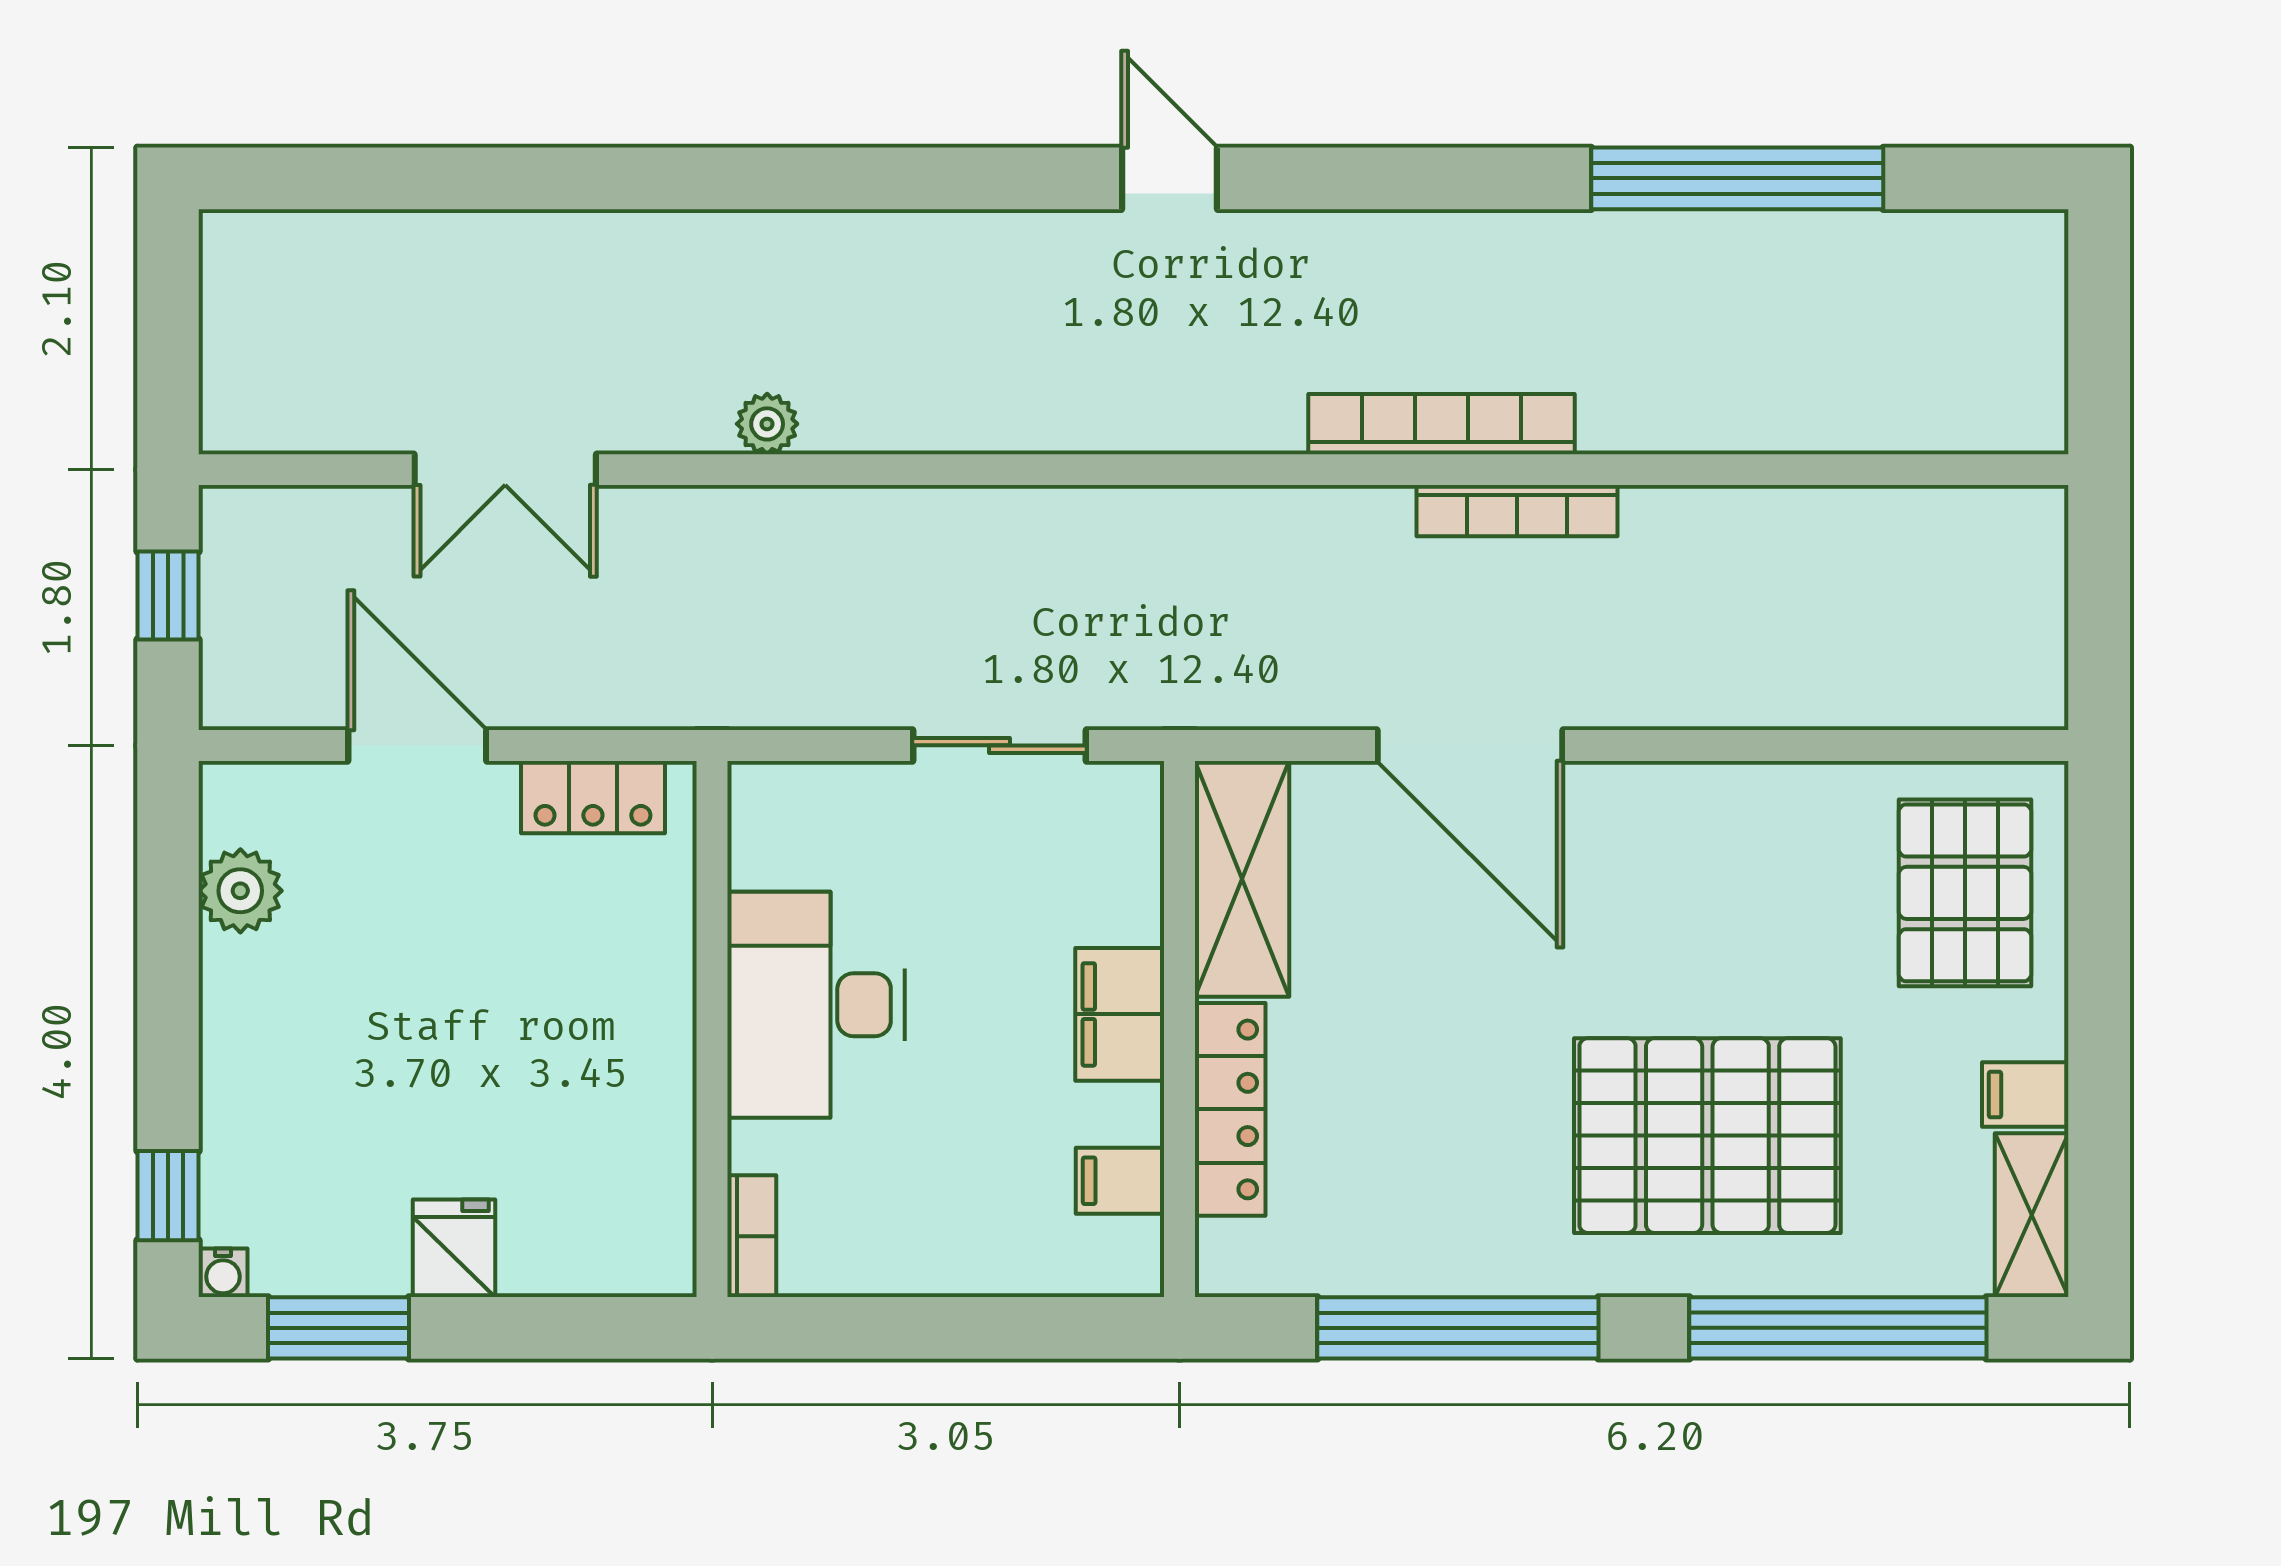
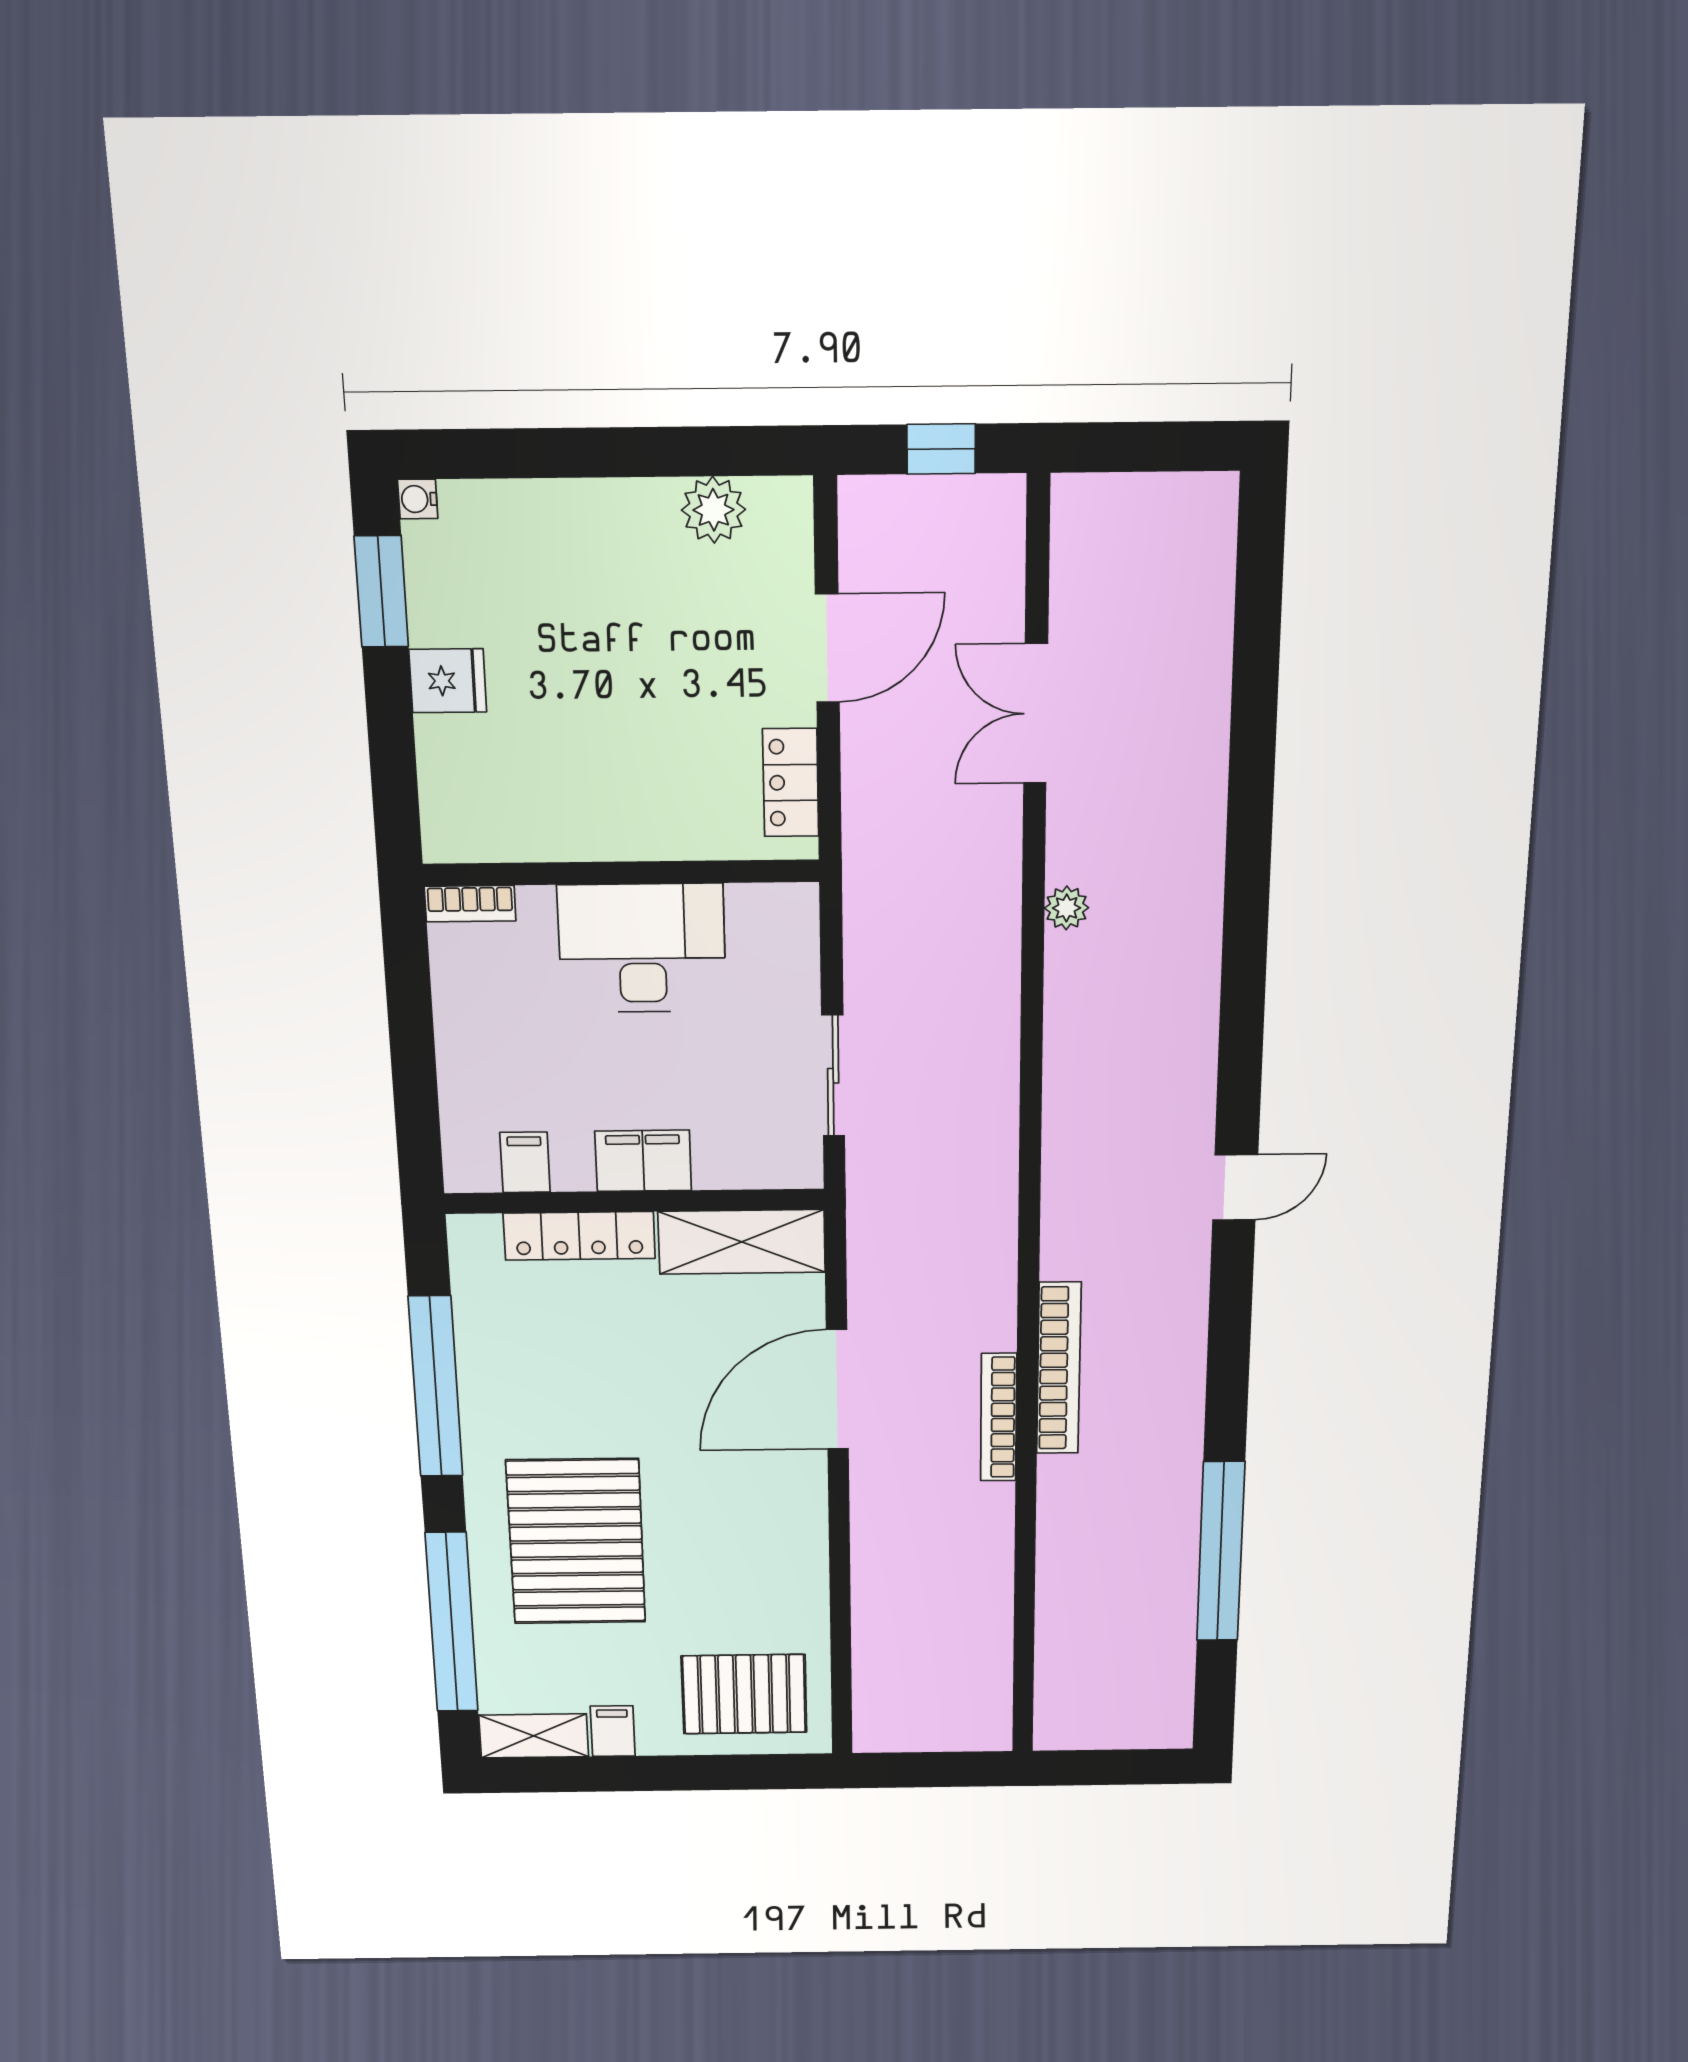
window: (168, 1196) -> (475, 454), removed

